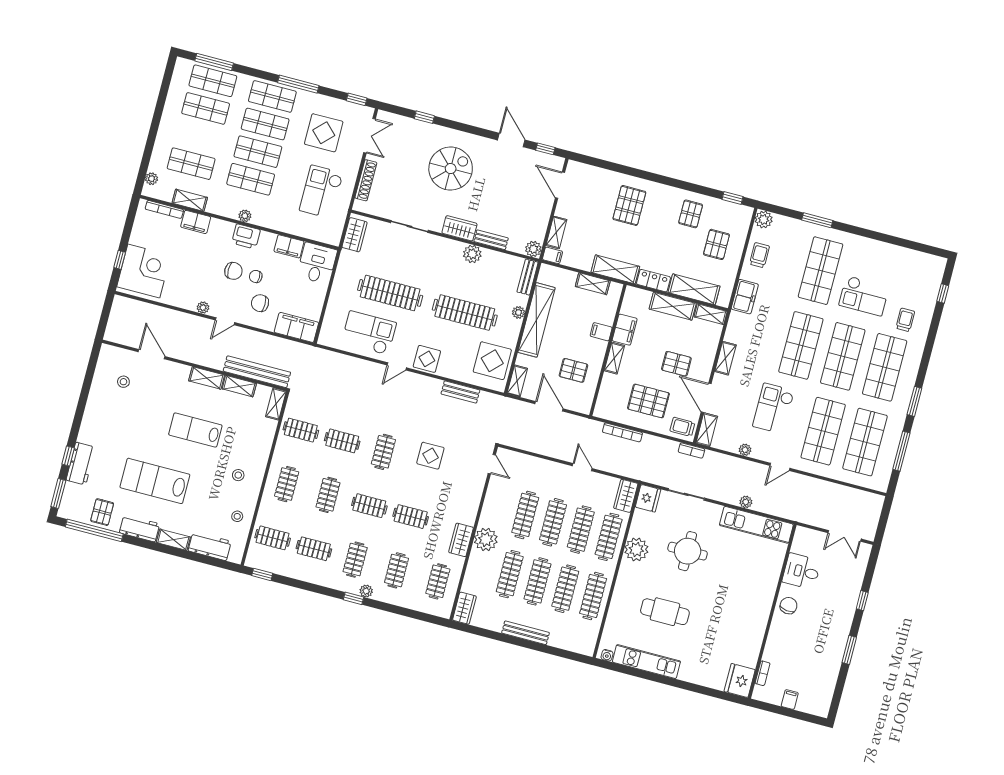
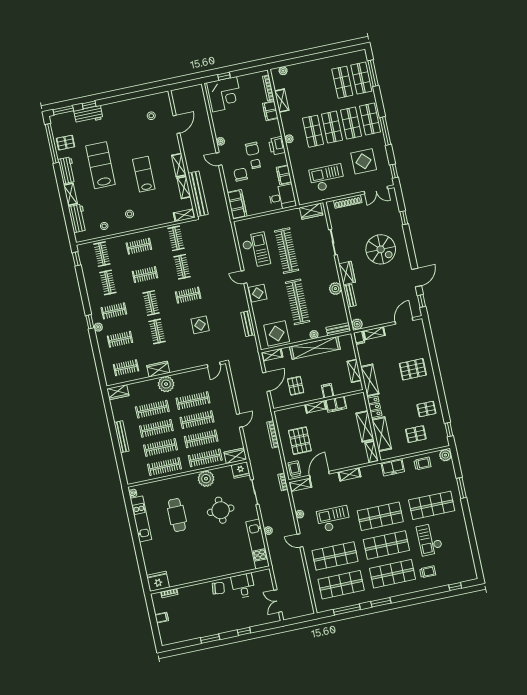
shop shelf: (191, 164) -> (304, 90), removed
pallet: (676, 364) -> (331, 446), removed

